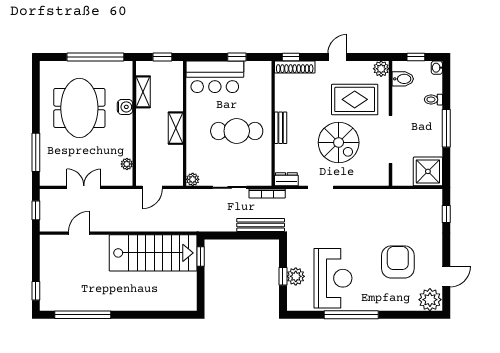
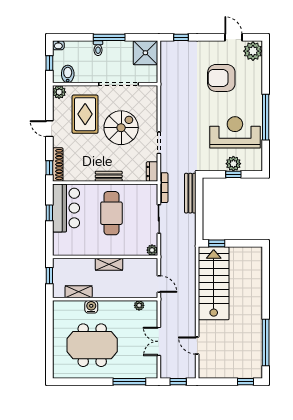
window: (95, 57) -> (49, 332), removed
bar counter: (215, 77) -> (66, 208), moved
toilet: (433, 100) -> (98, 48), moved

